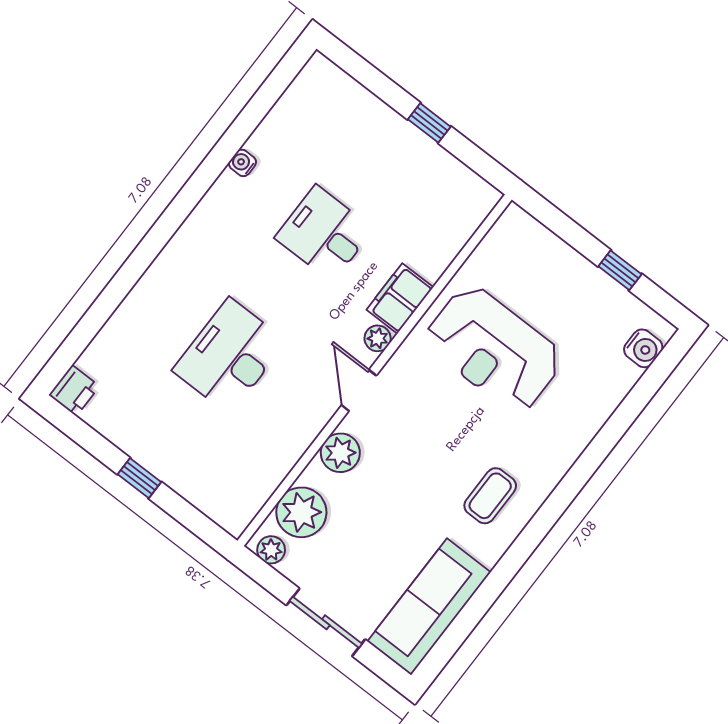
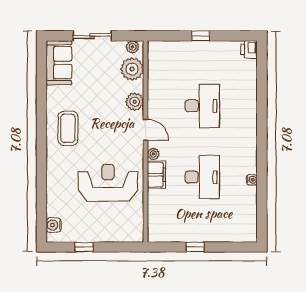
desk: (324, 234) -> (202, 177), width x1.37
coffee table: (490, 496) -> (68, 128), width x1.36, depth x1.30
sofa: (429, 607) -> (59, 63), width x0.73

